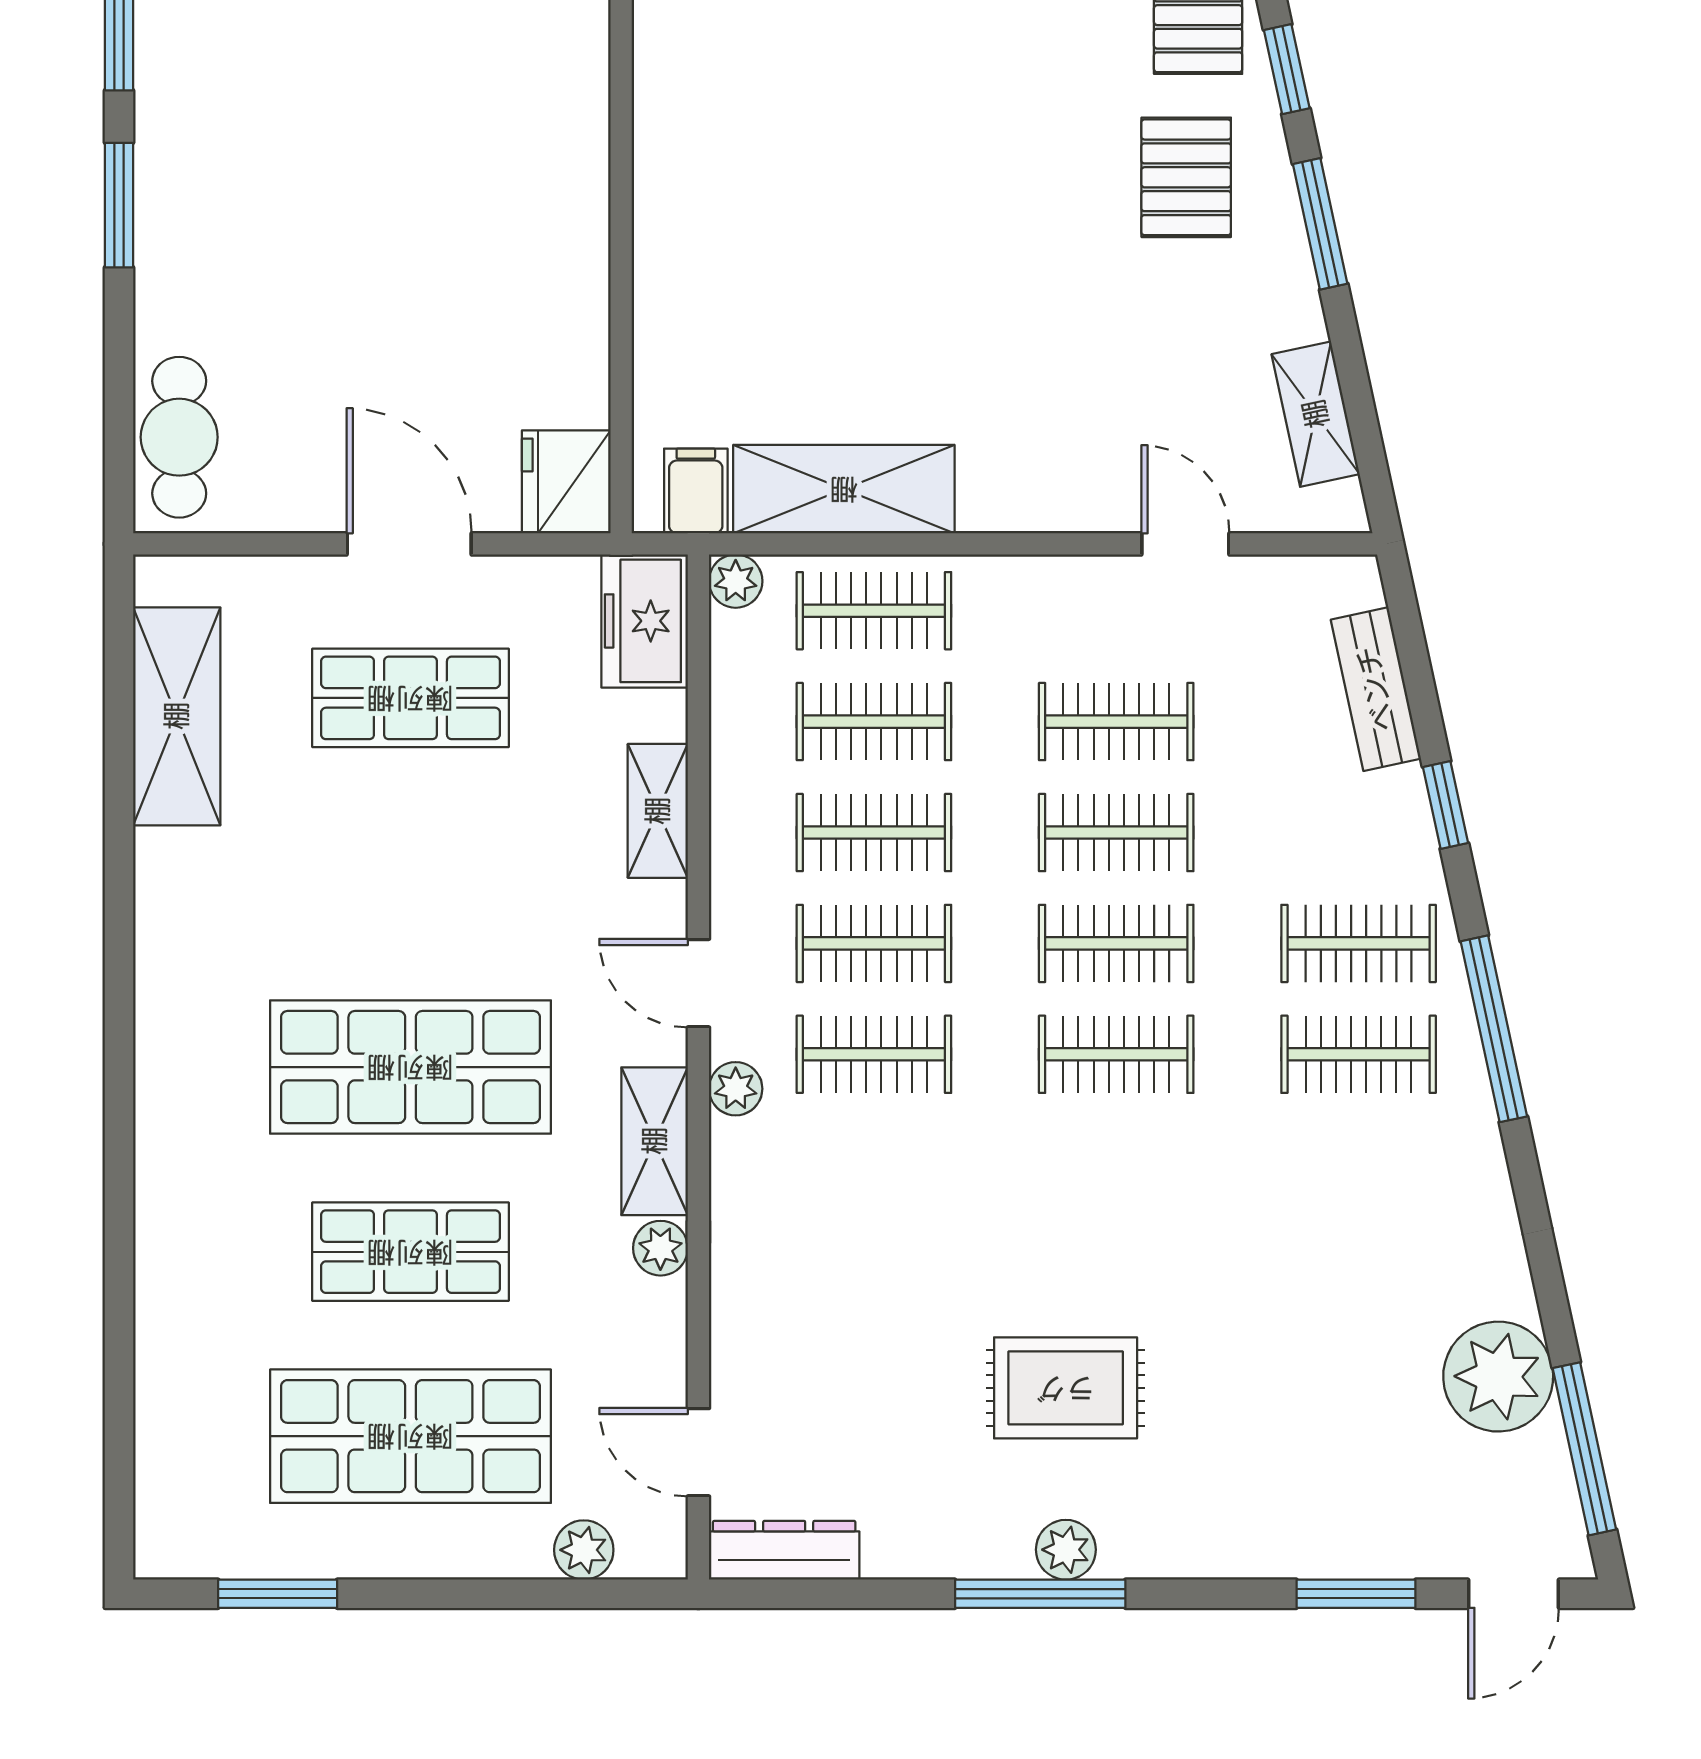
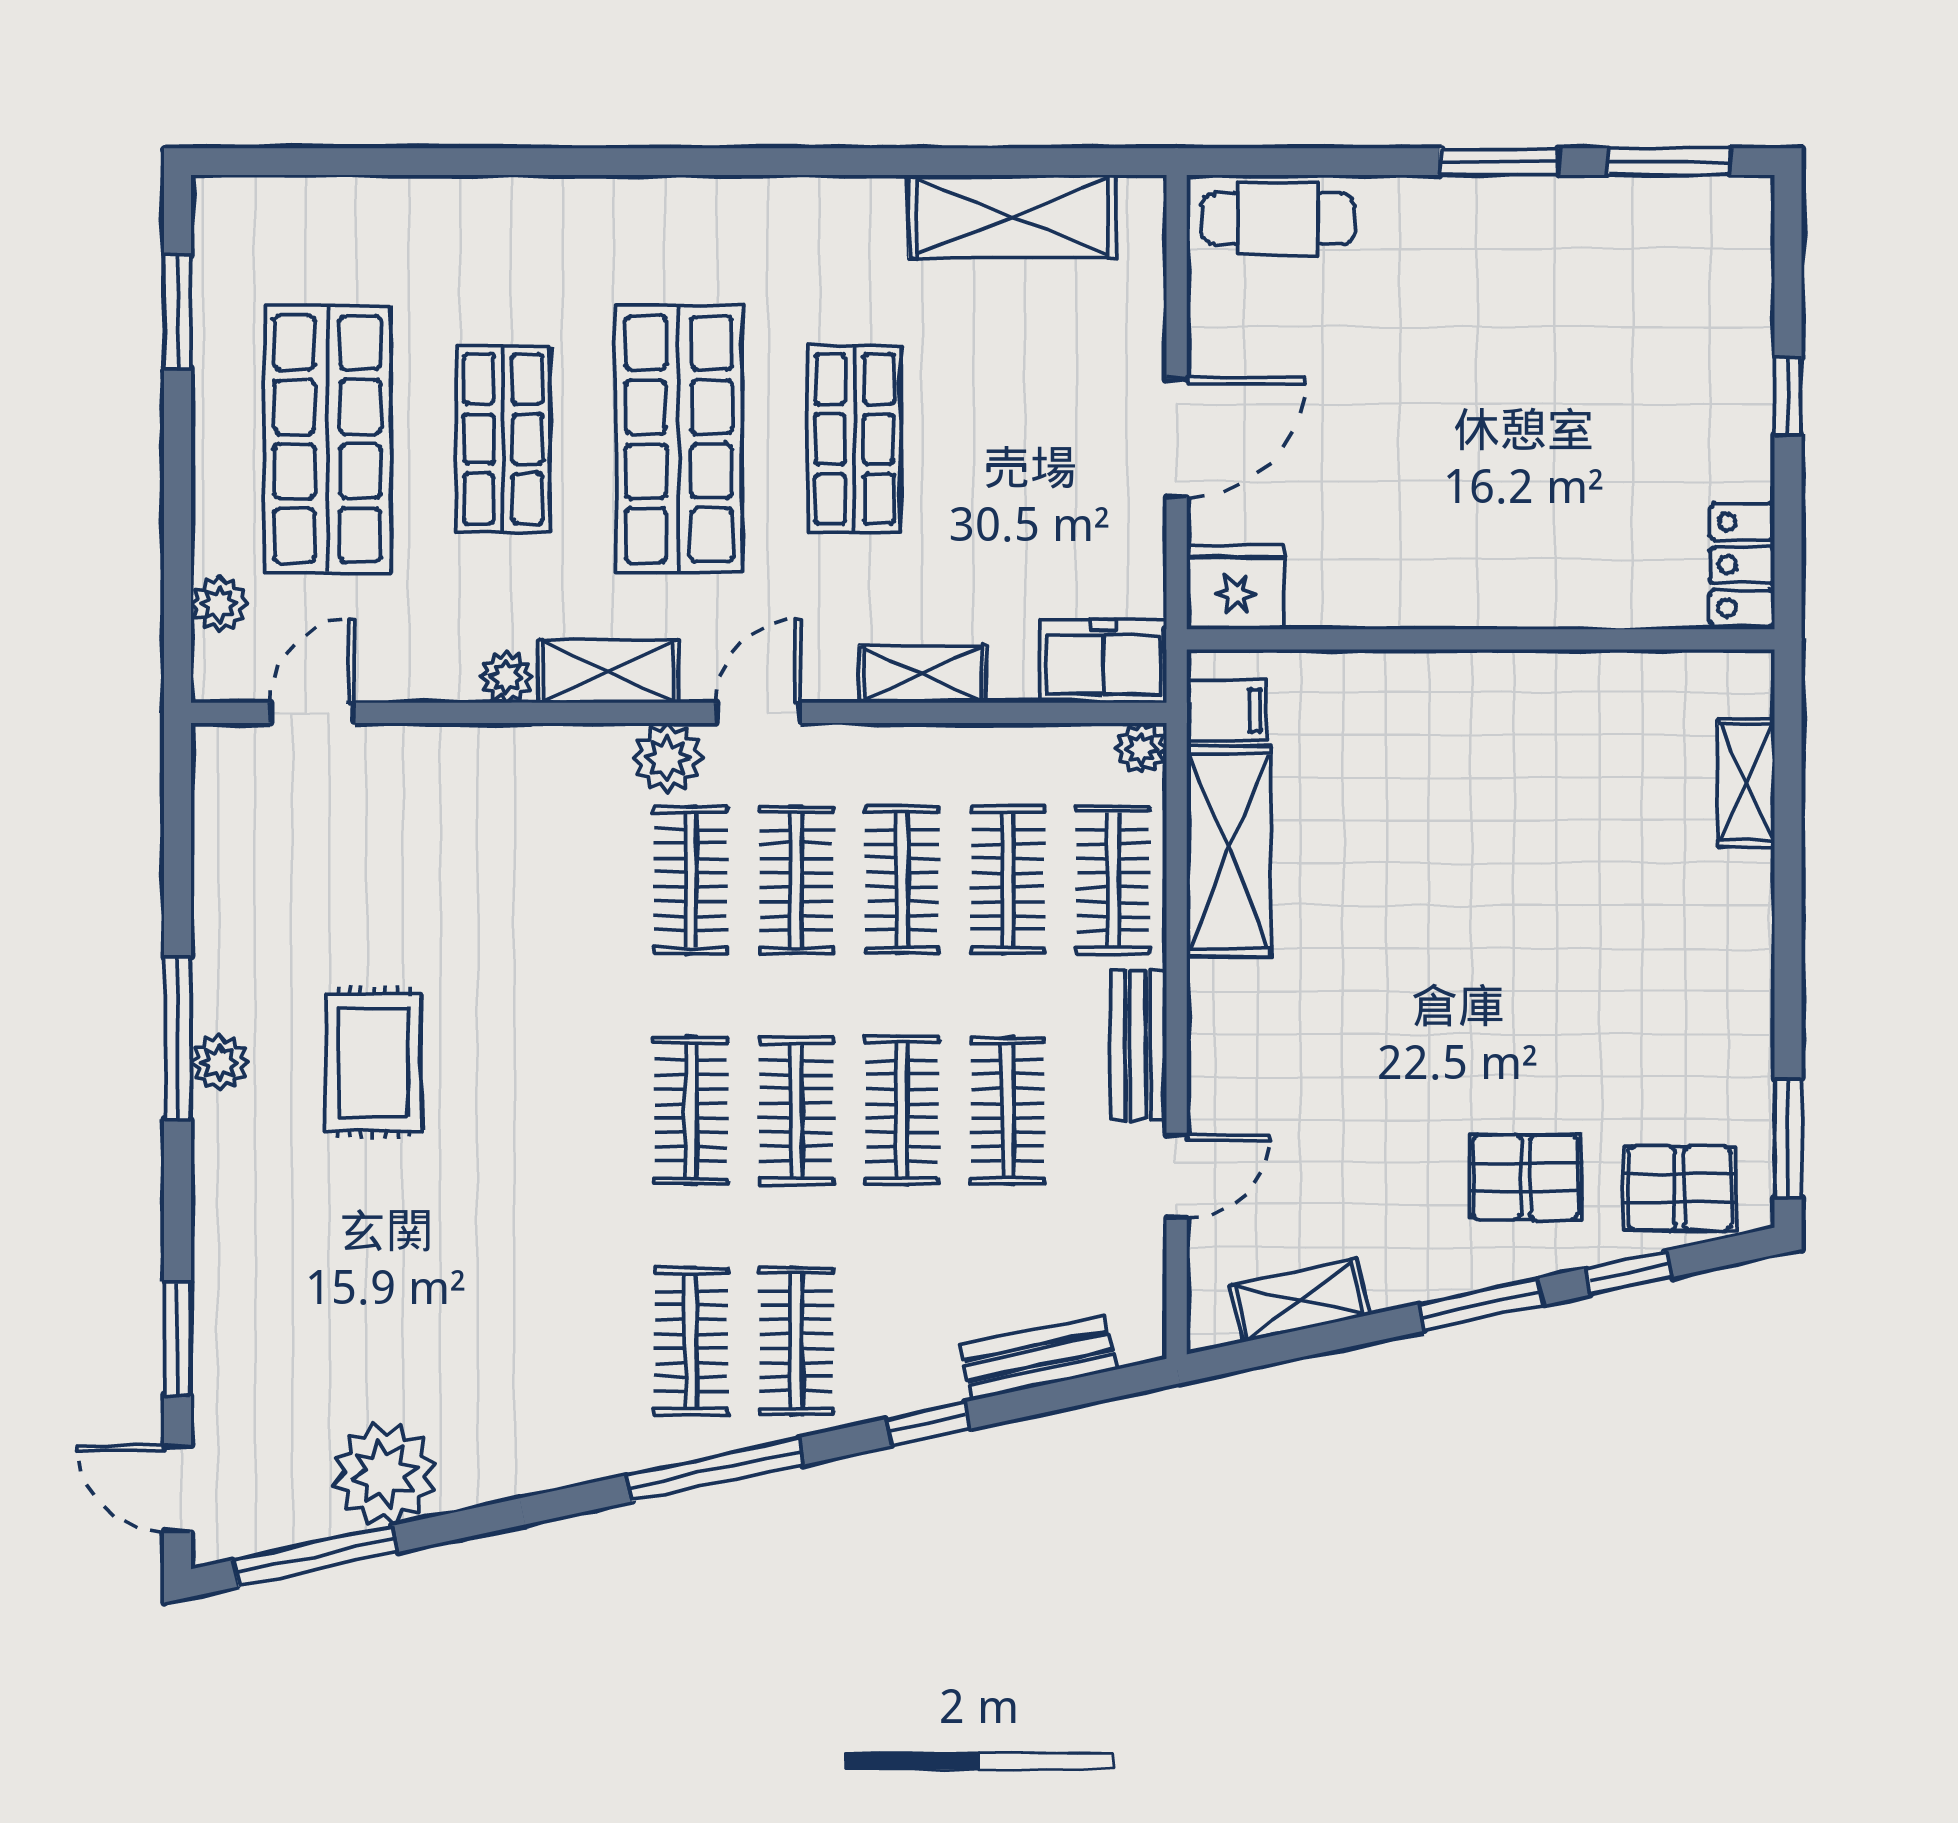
bench: (1047, 584) -> (1138, 1045), added
shop shelf: (410, 698) -> (854, 439), moved
plant: (736, 1089) -> (668, 758), width x1.38, depth x1.38
dresser: (784, 1550) -> (219, 795), removed

